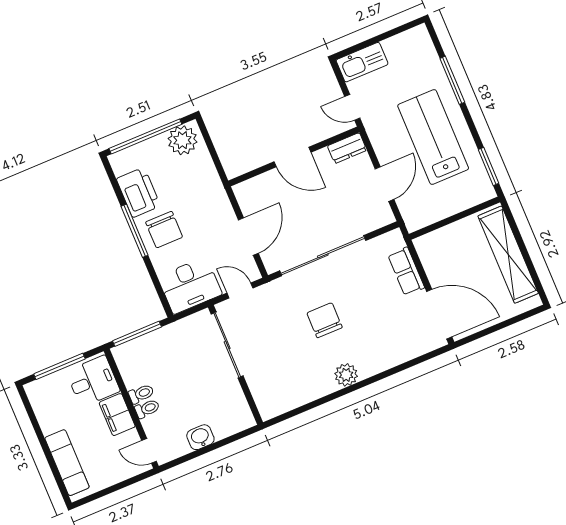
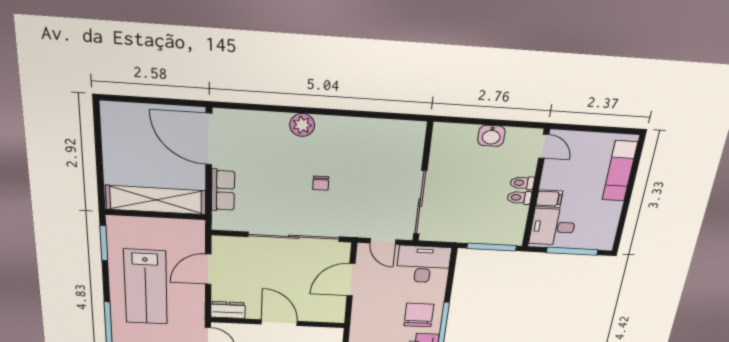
shelving: (508, 255) -> (156, 200), moved, turned 90
chair: (325, 320) -> (321, 183), width x0.54, depth x0.54
plant: (346, 375) -> (302, 125), moved
filing cabinet: (117, 415) -> (549, 199), width x0.50

